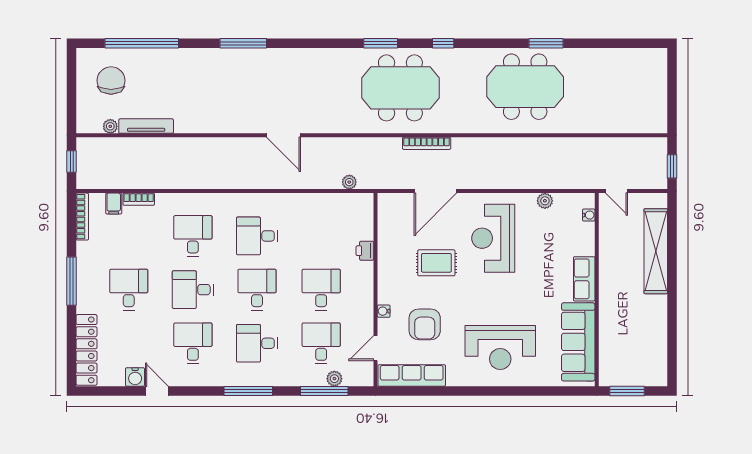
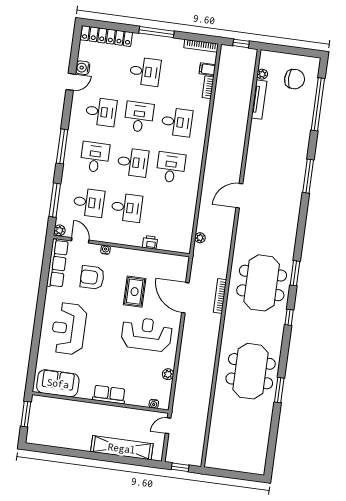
sofa: (578, 342) -> (58, 383), width x0.73
plant: (334, 379) -> (60, 230), moved

